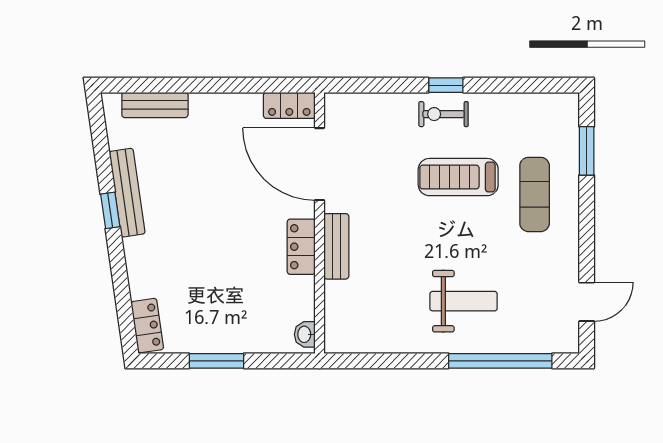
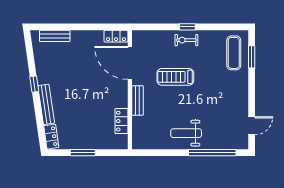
treadmill: (458, 177) -> (175, 77), moved
bench: (127, 193) -> (46, 104), moved
exercise mat: (535, 194) -> (234, 53), moved
locker: (301, 247) -> (121, 121), moved
weight bench: (464, 301) -> (186, 133), moved, turned 180
washbasin: (305, 334) -> (123, 141), removed

